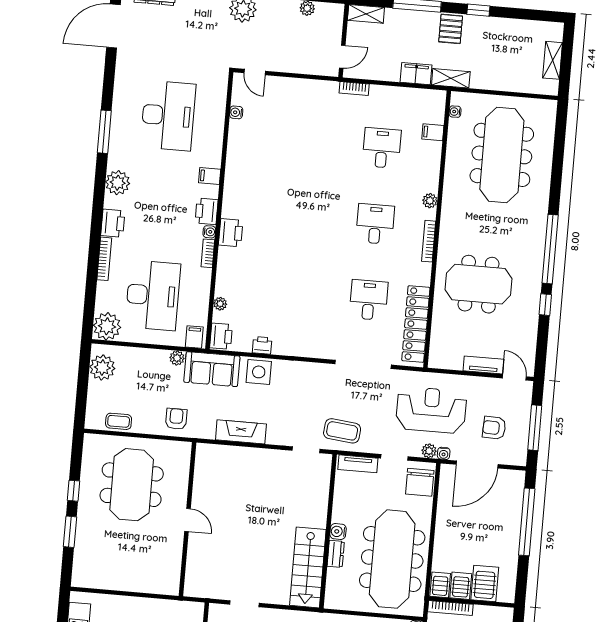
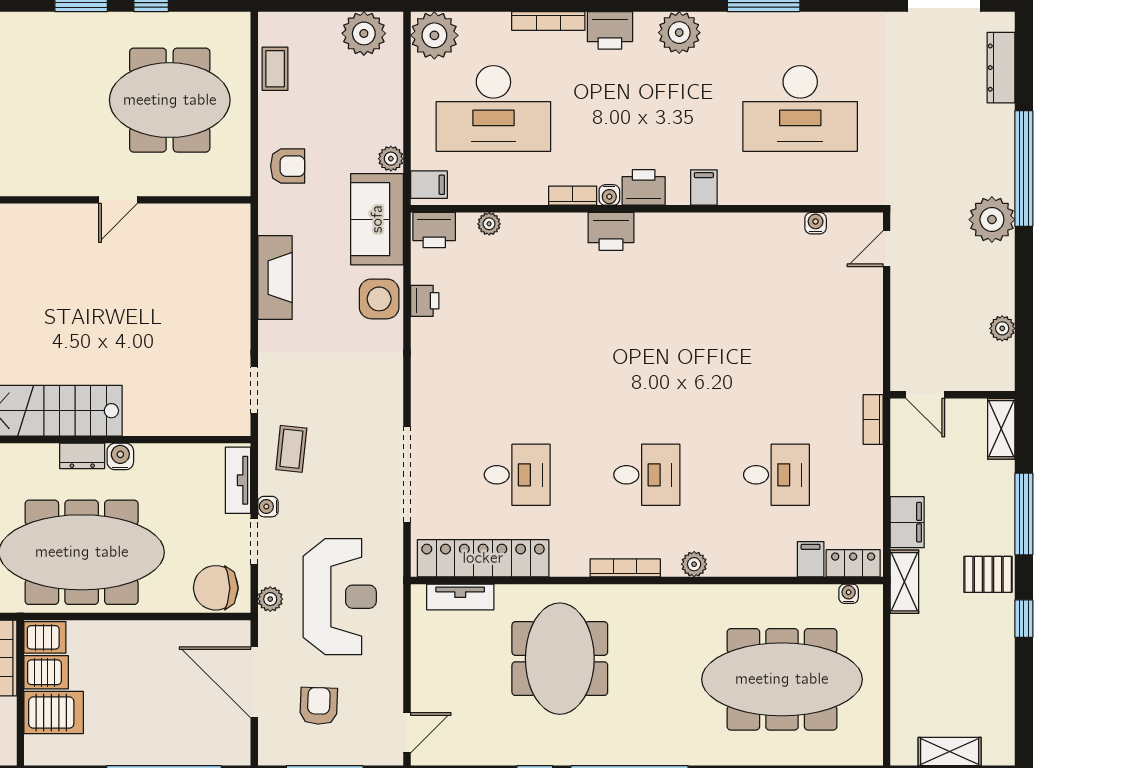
locker: (437, 107) -> (853, 563), added
tv unit: (484, 365) -> (460, 597), moved, turned 90
coffee table: (342, 431) -> (291, 449), width x0.73, depth x0.77
water cooler: (444, 453) -> (268, 507), moved

